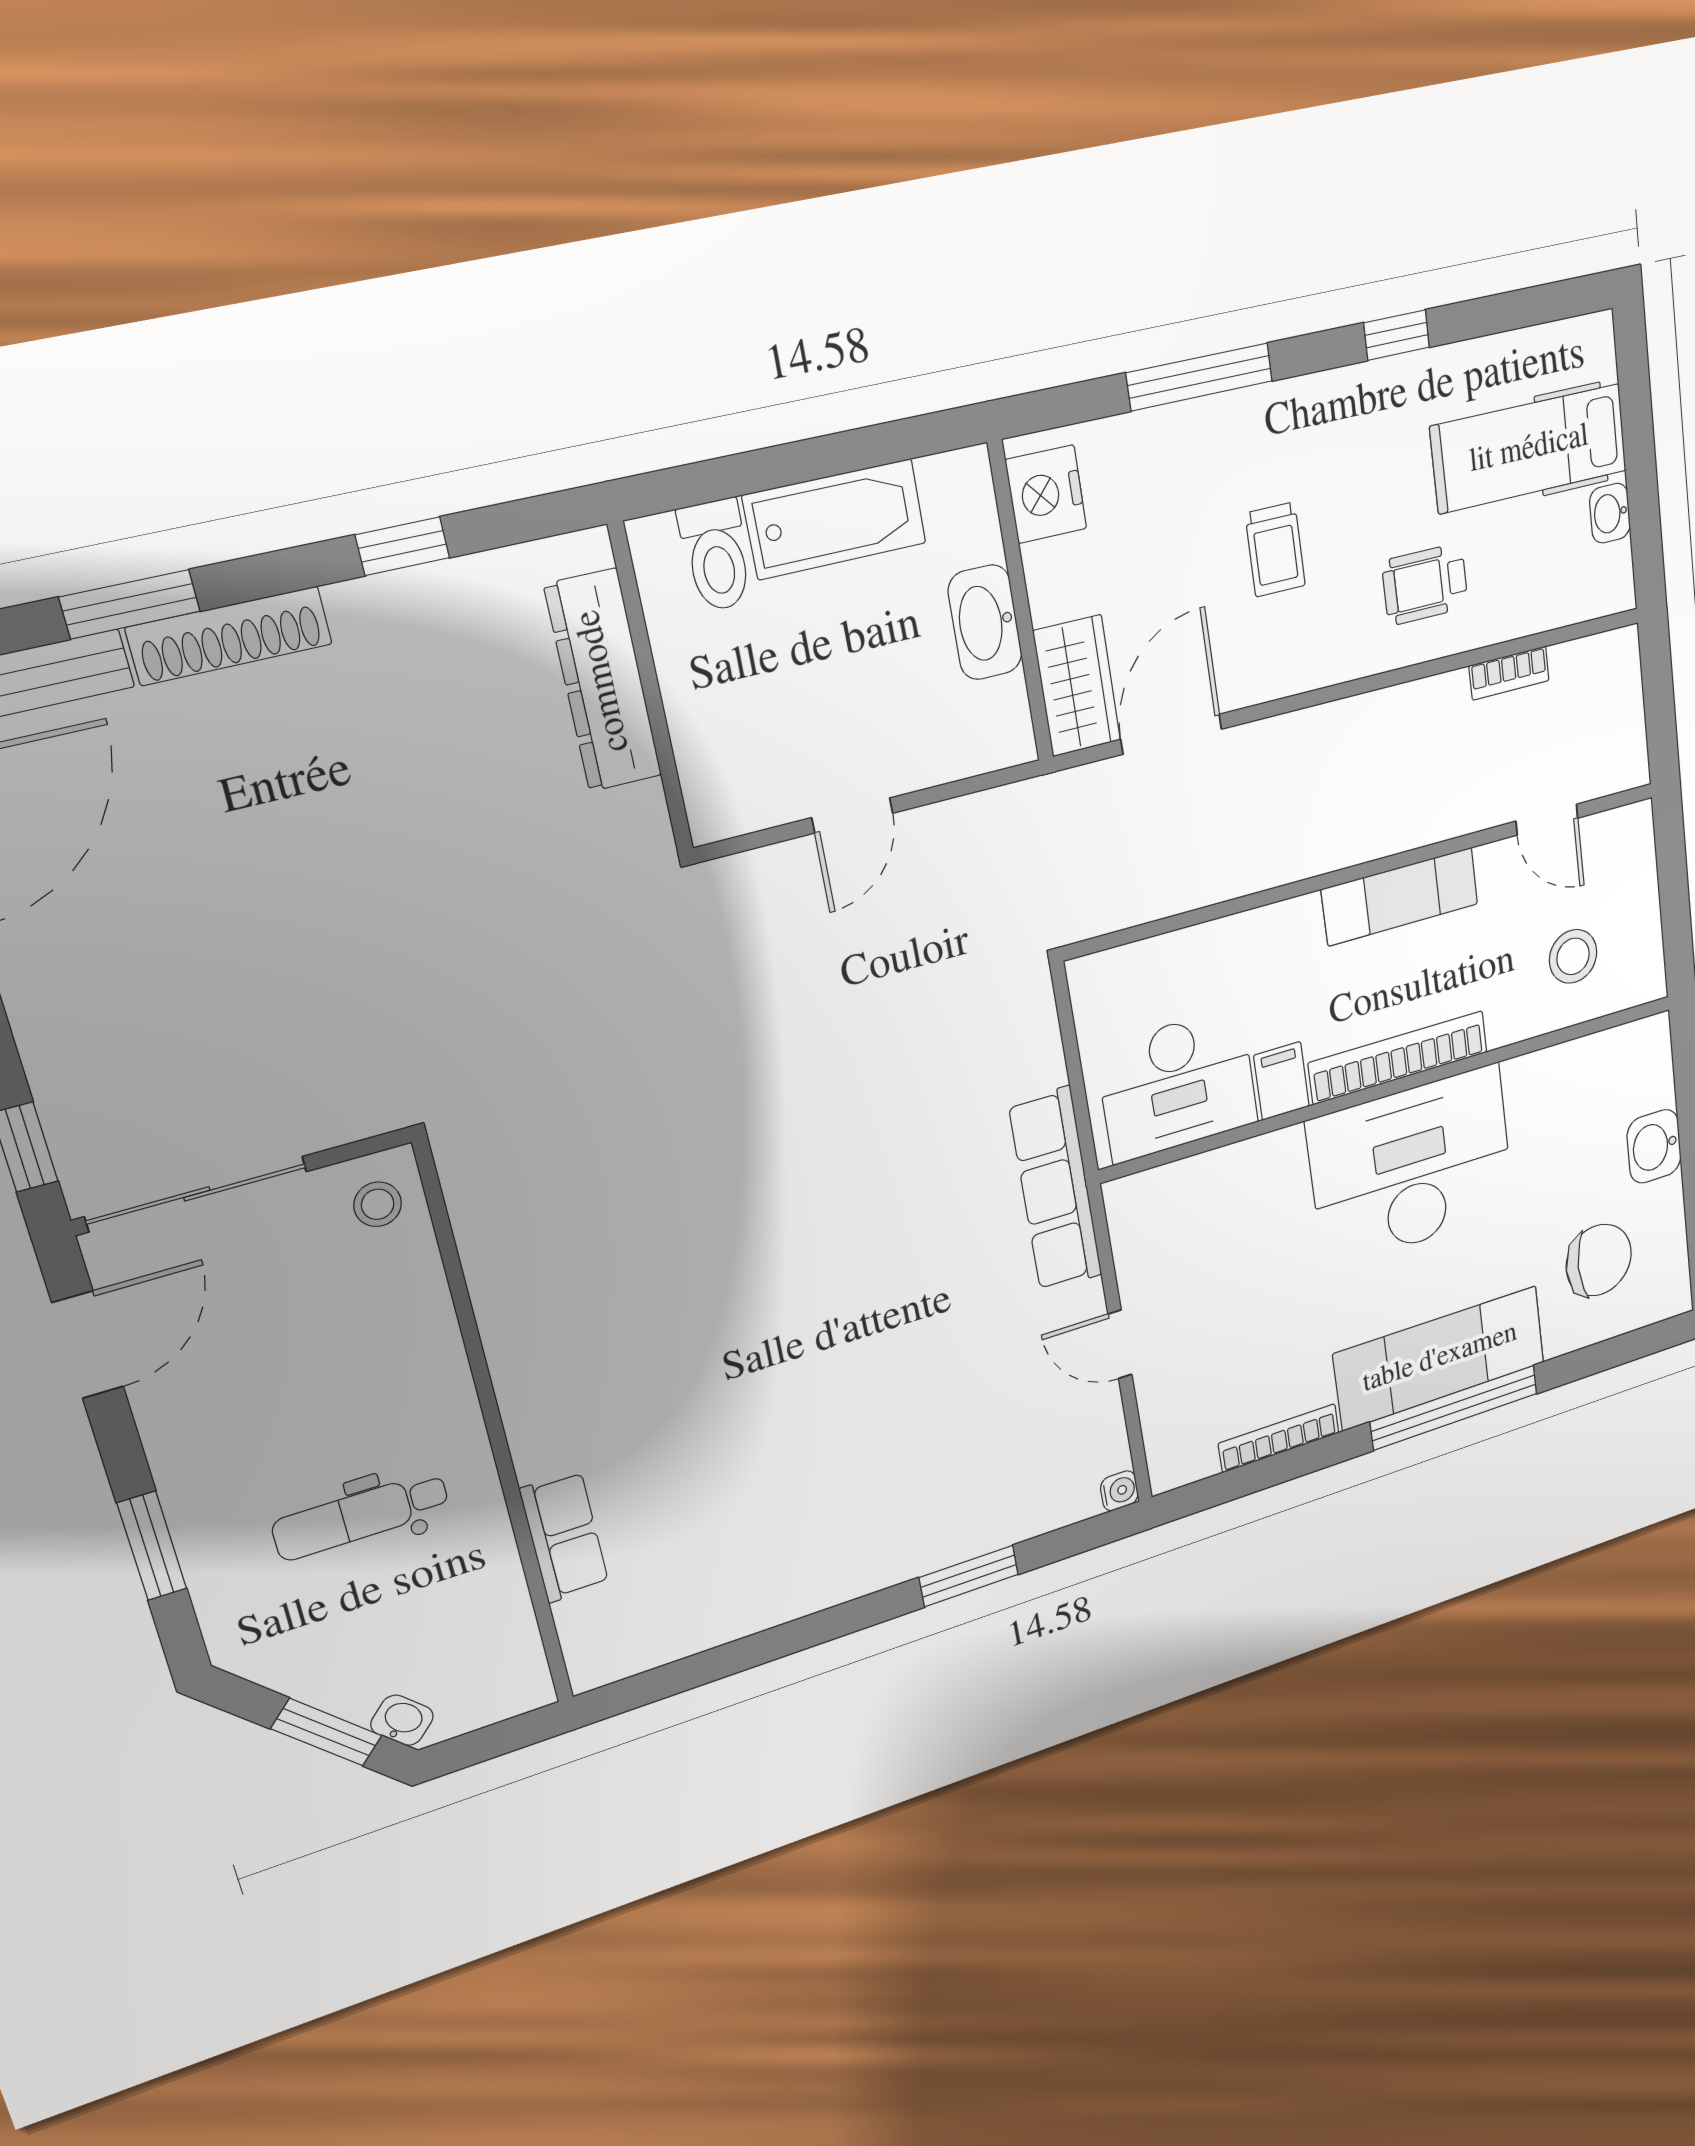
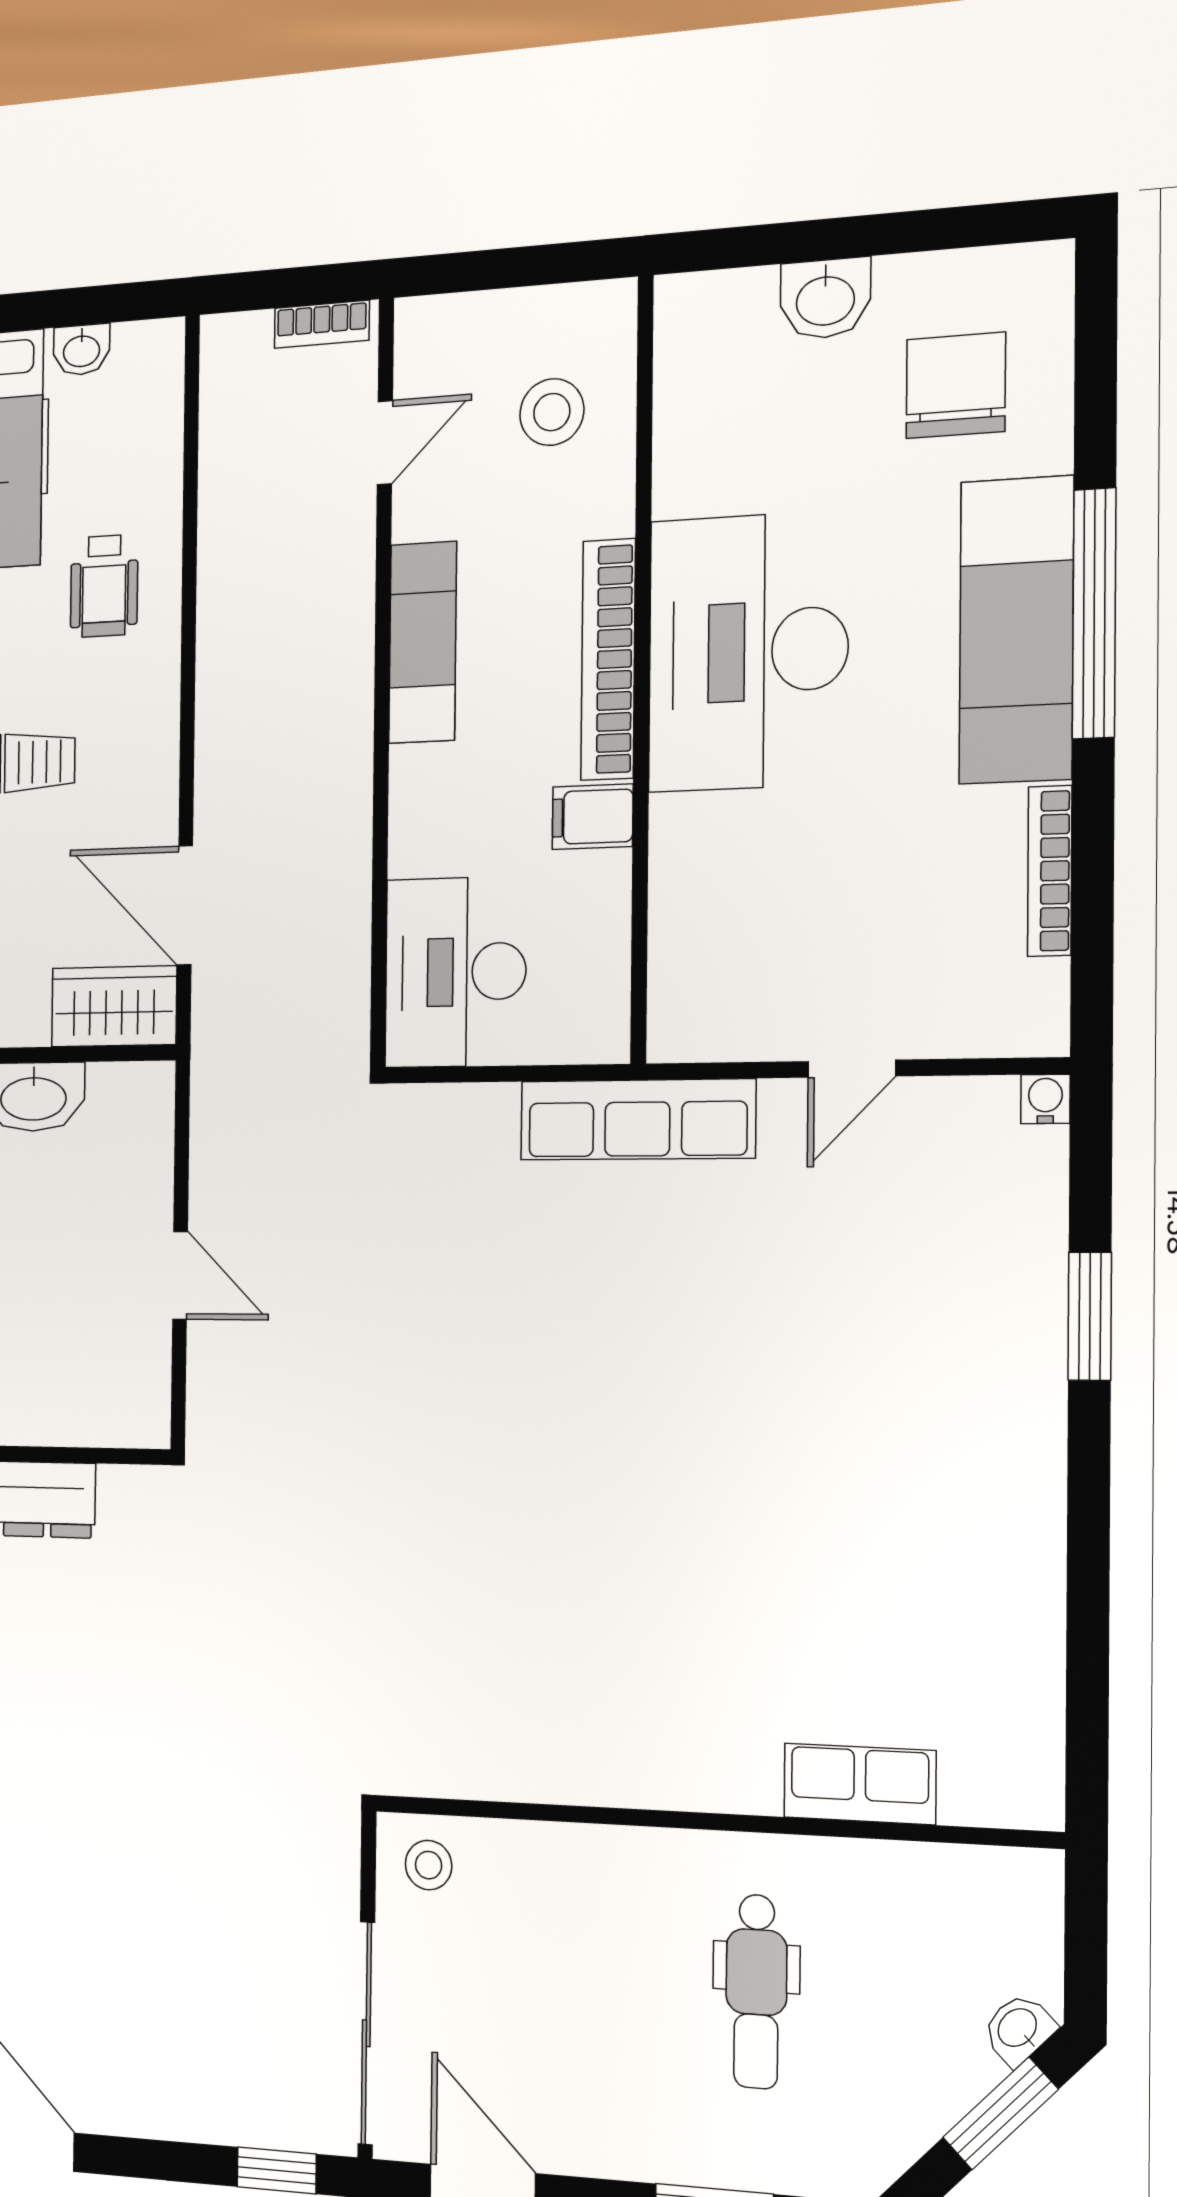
bookcase: (1509, 673) -> (322, 324), moved, turned 90
desk: (1177, 1085) -> (456, 972), moved, turned 180

